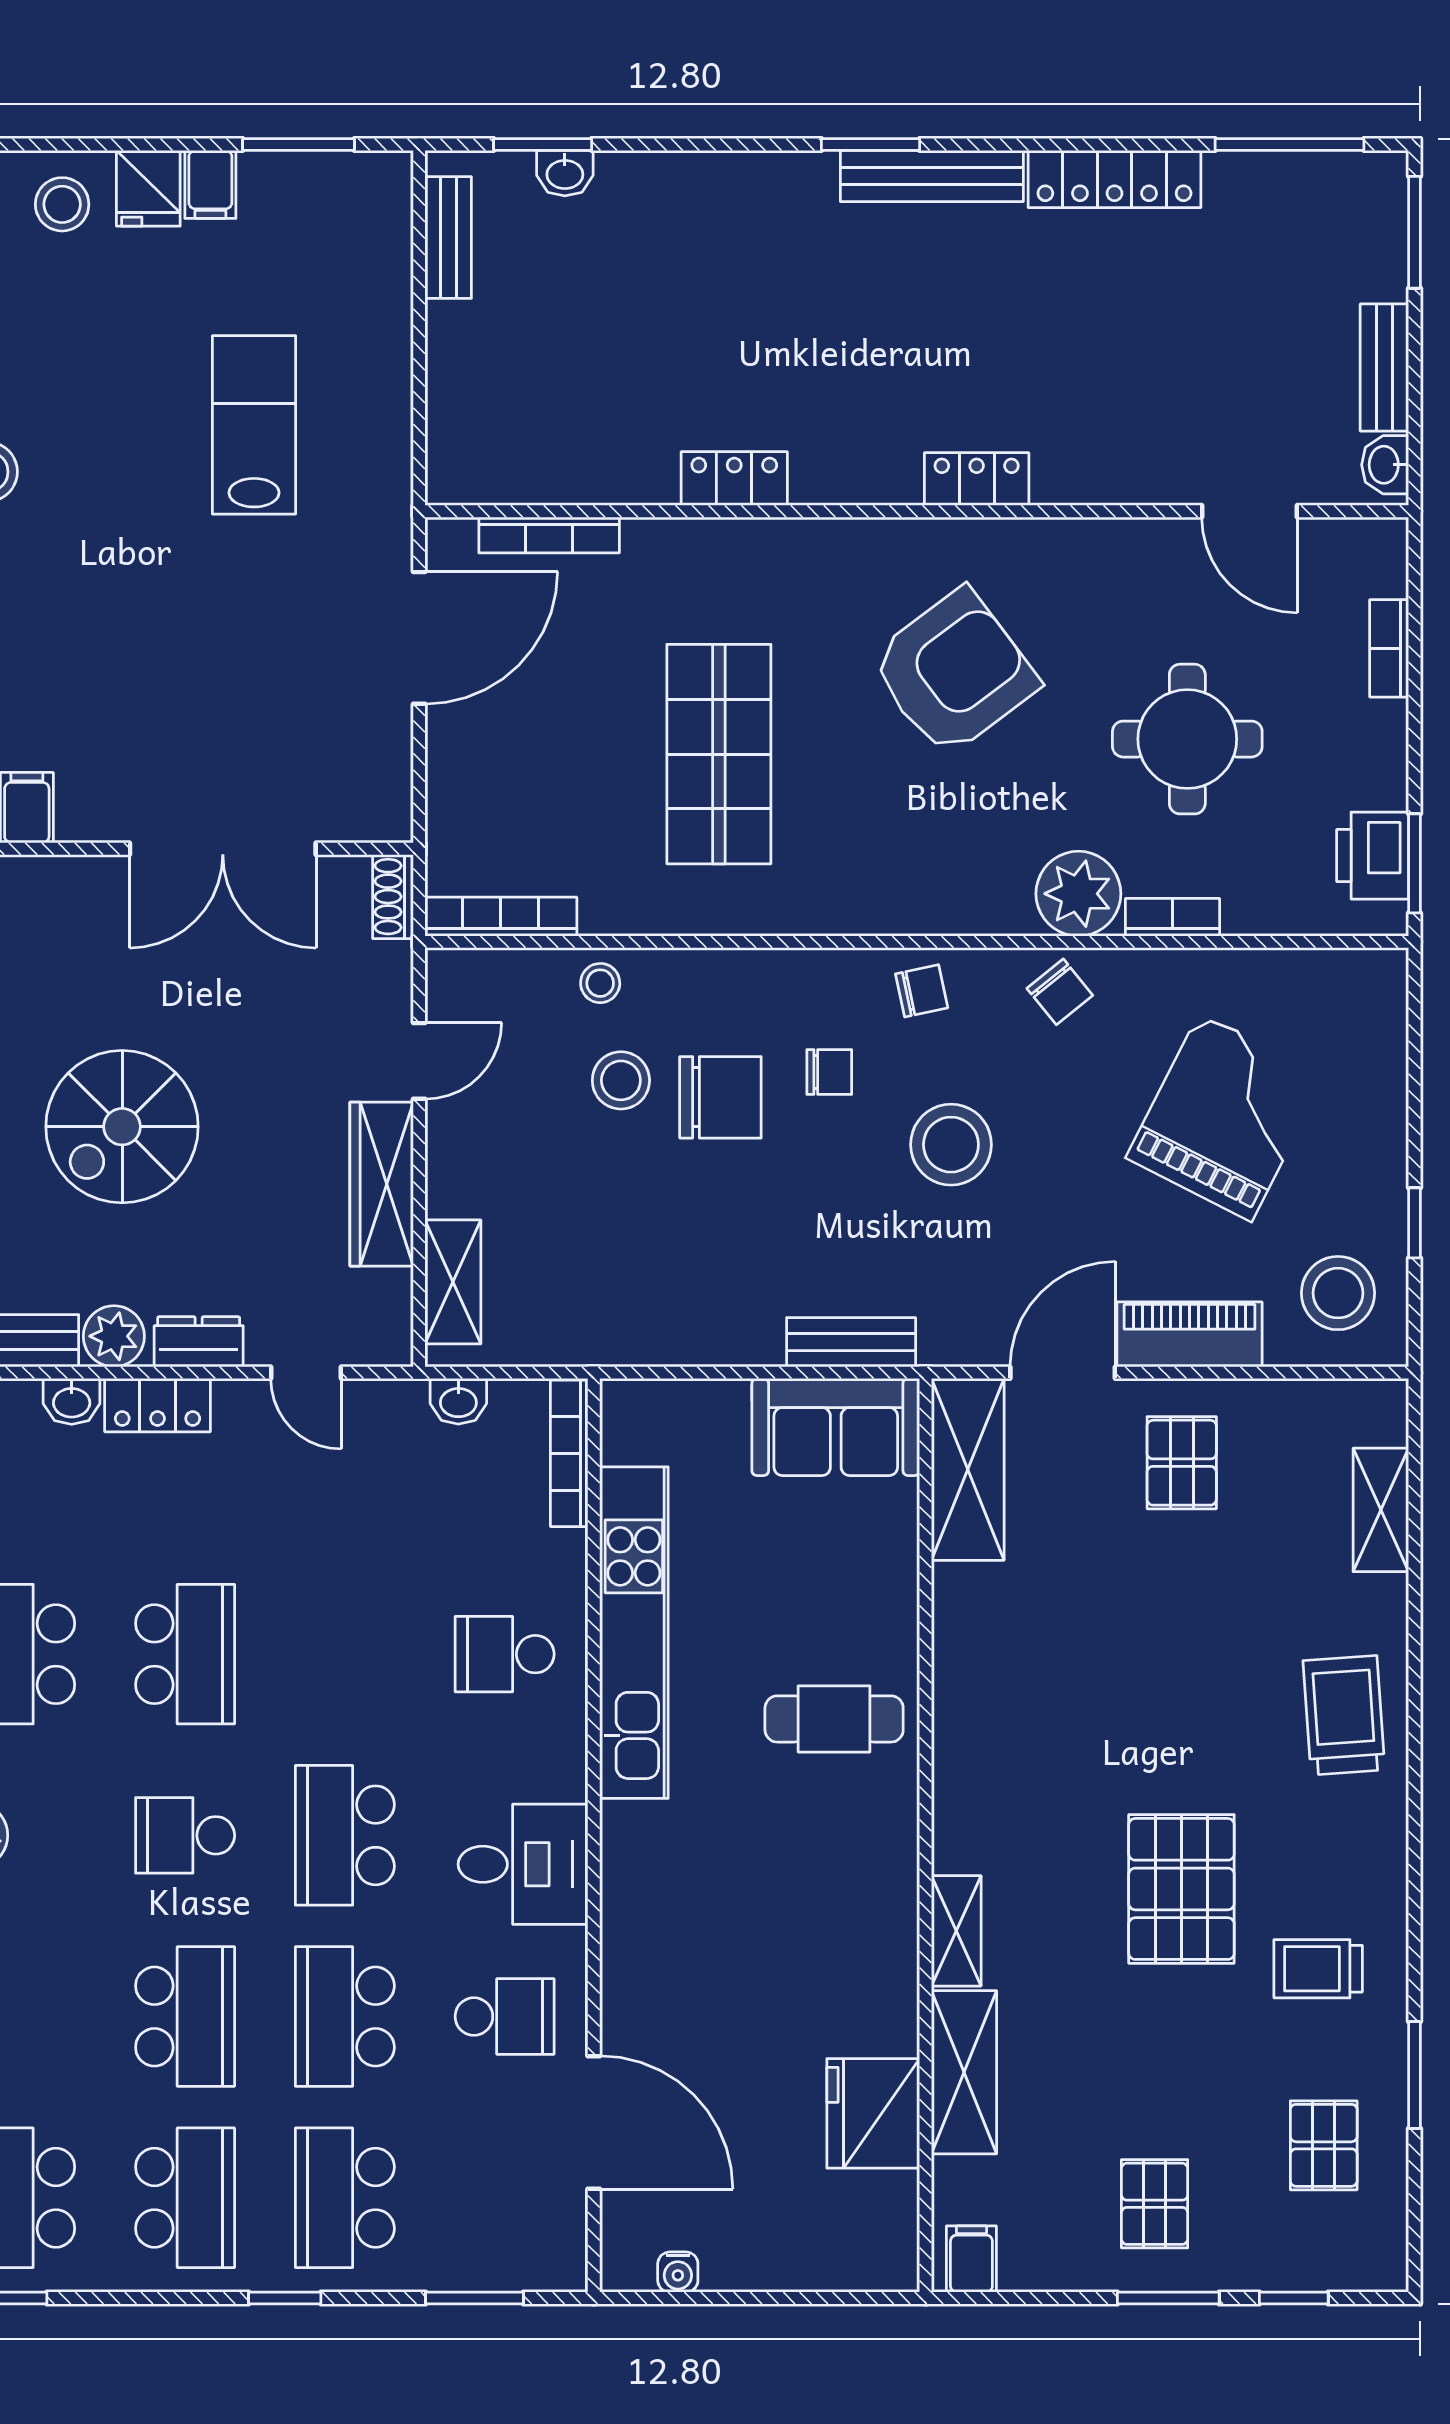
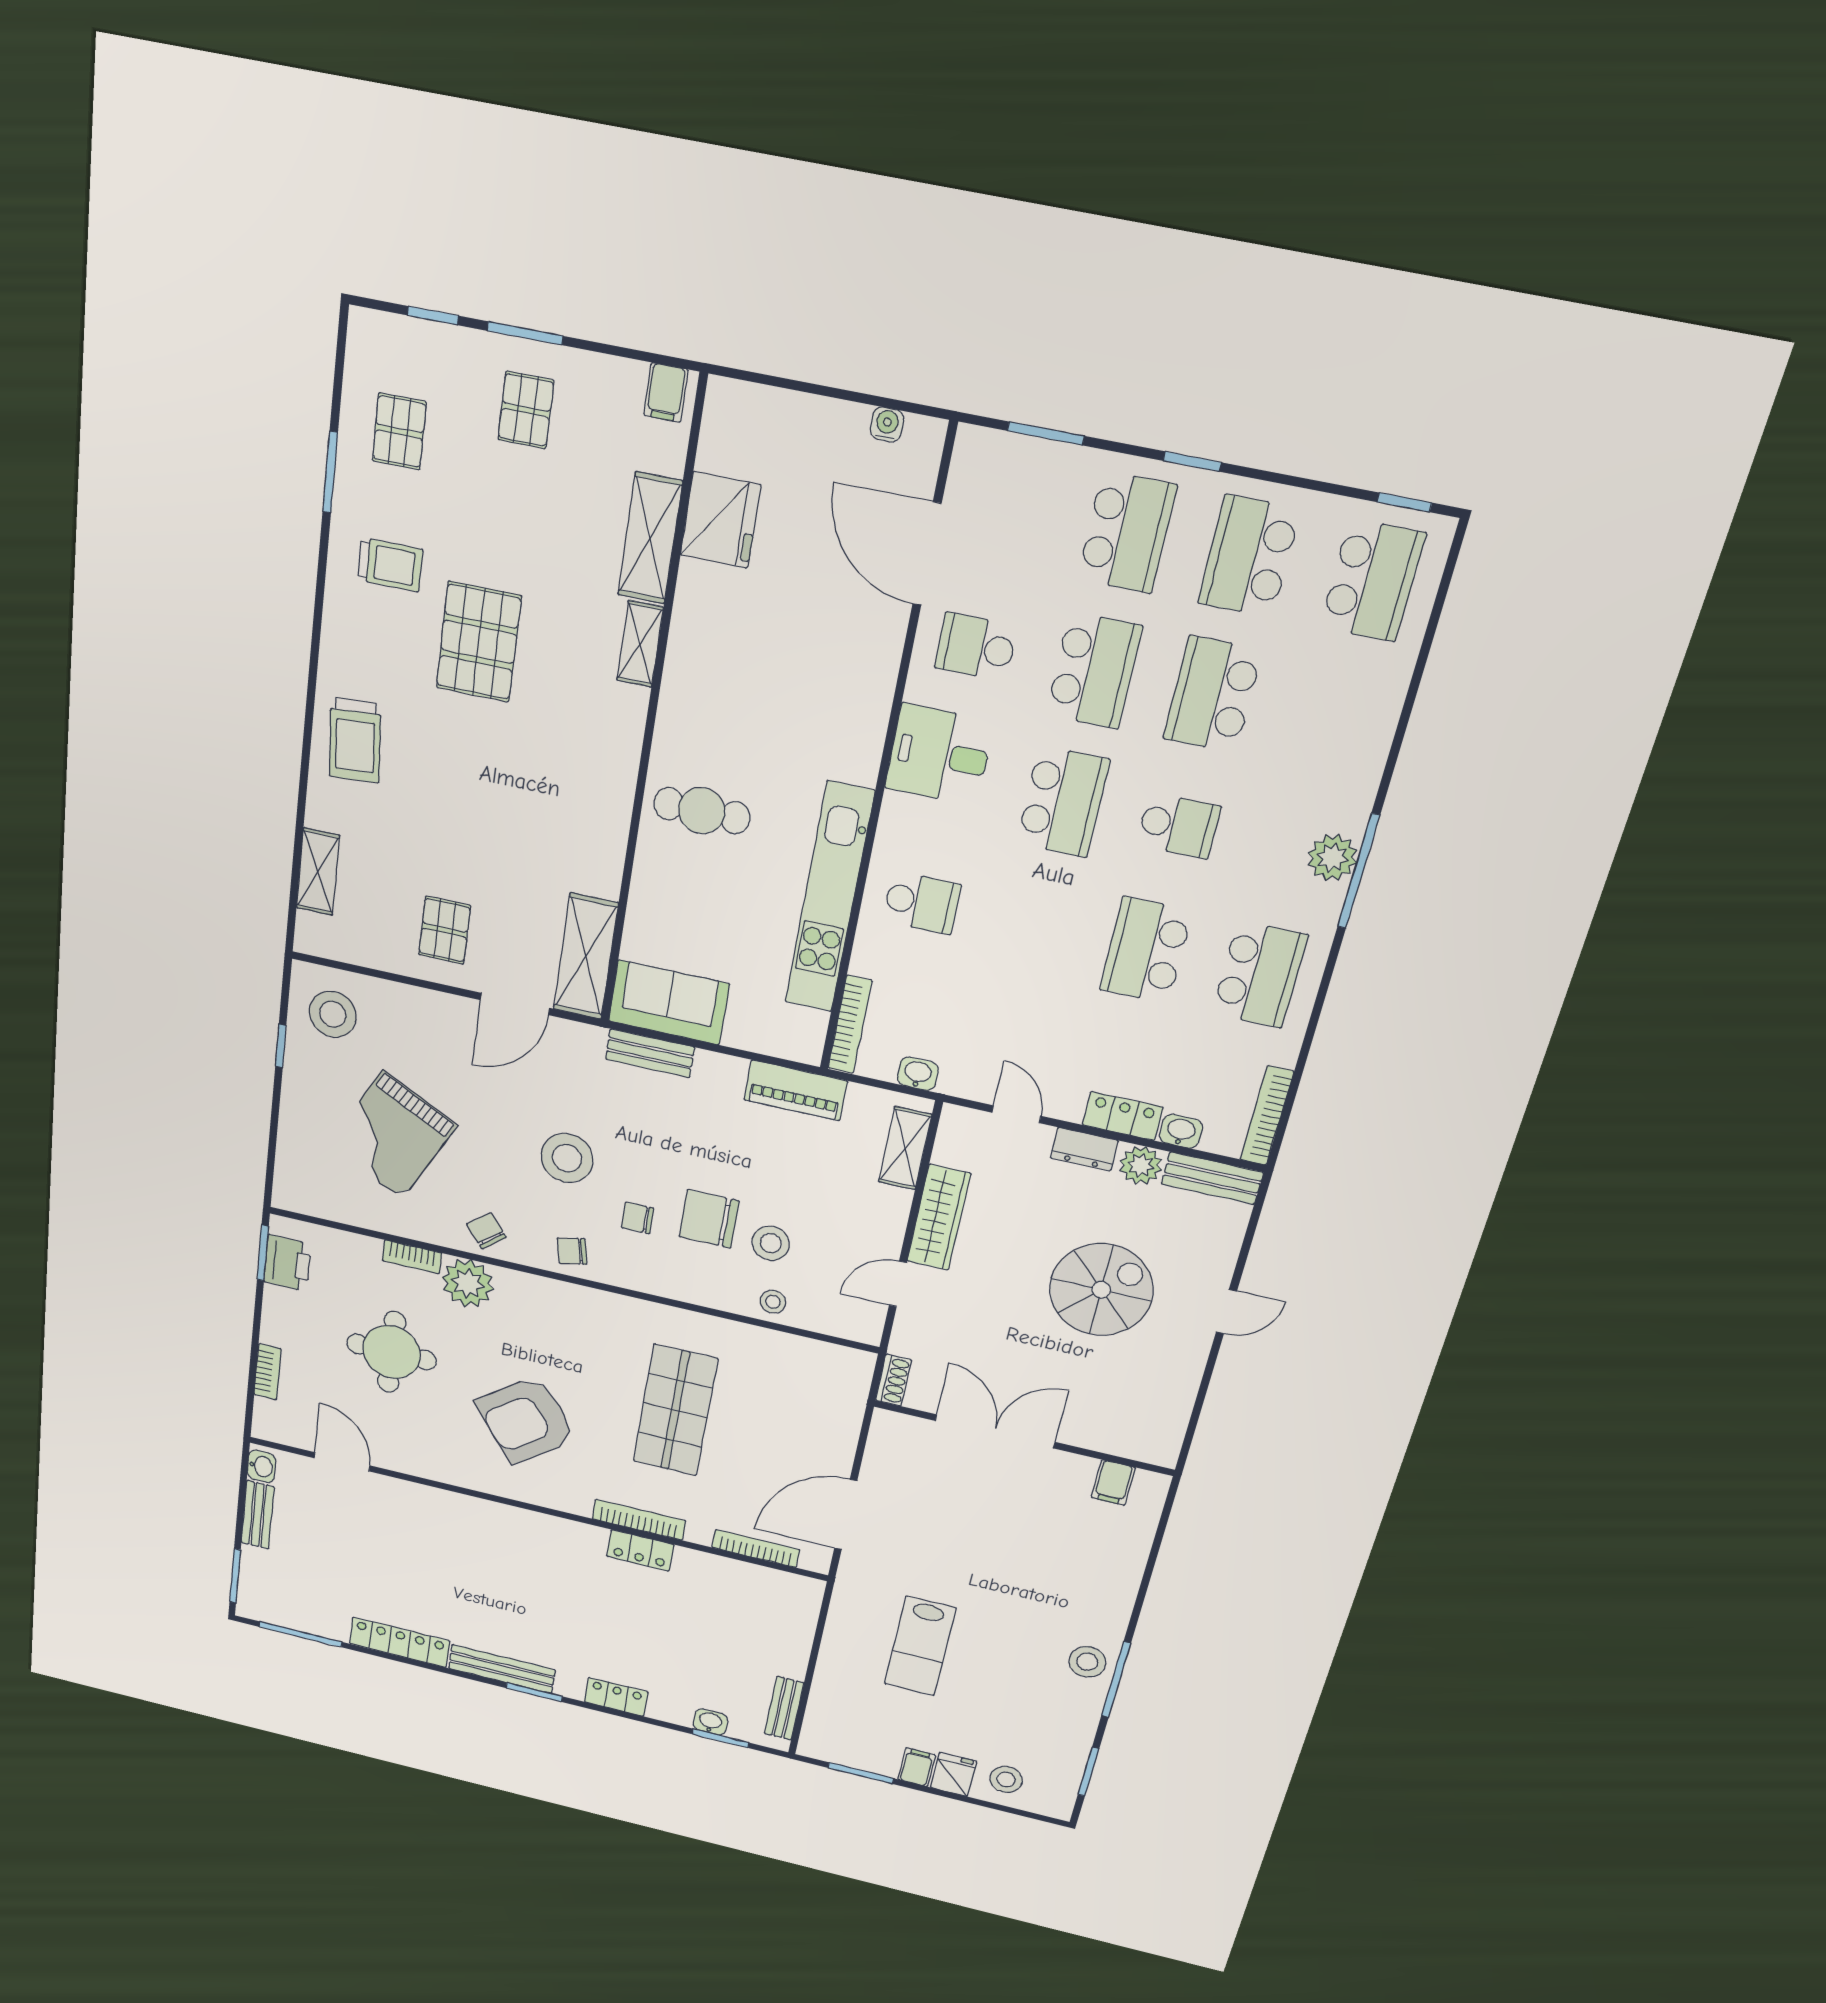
locker: (977, 479) -> (616, 1697), moved, turned 180
bookcase: (501, 917) -> (639, 1520), moved, turned 180
piano: (1189, 1334) -> (796, 1090), moved

